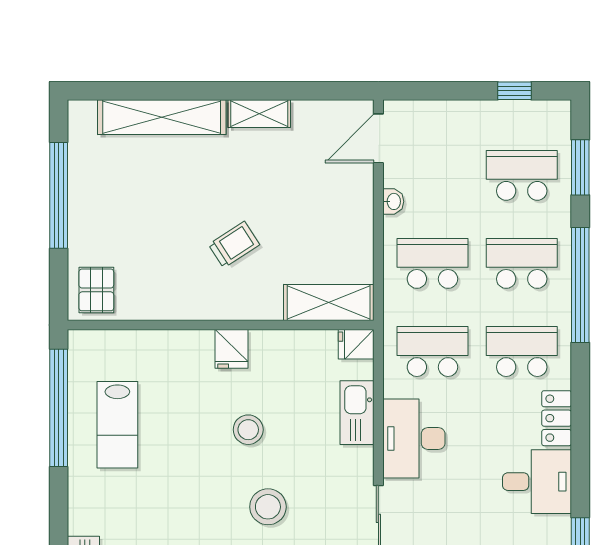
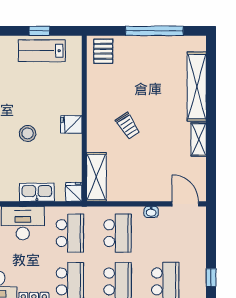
pallet: (96, 290) -> (103, 51), turned 90
window: (59, 408) -> (39, 31), width x0.32
lab bench: (117, 425) -> (42, 51), moved

